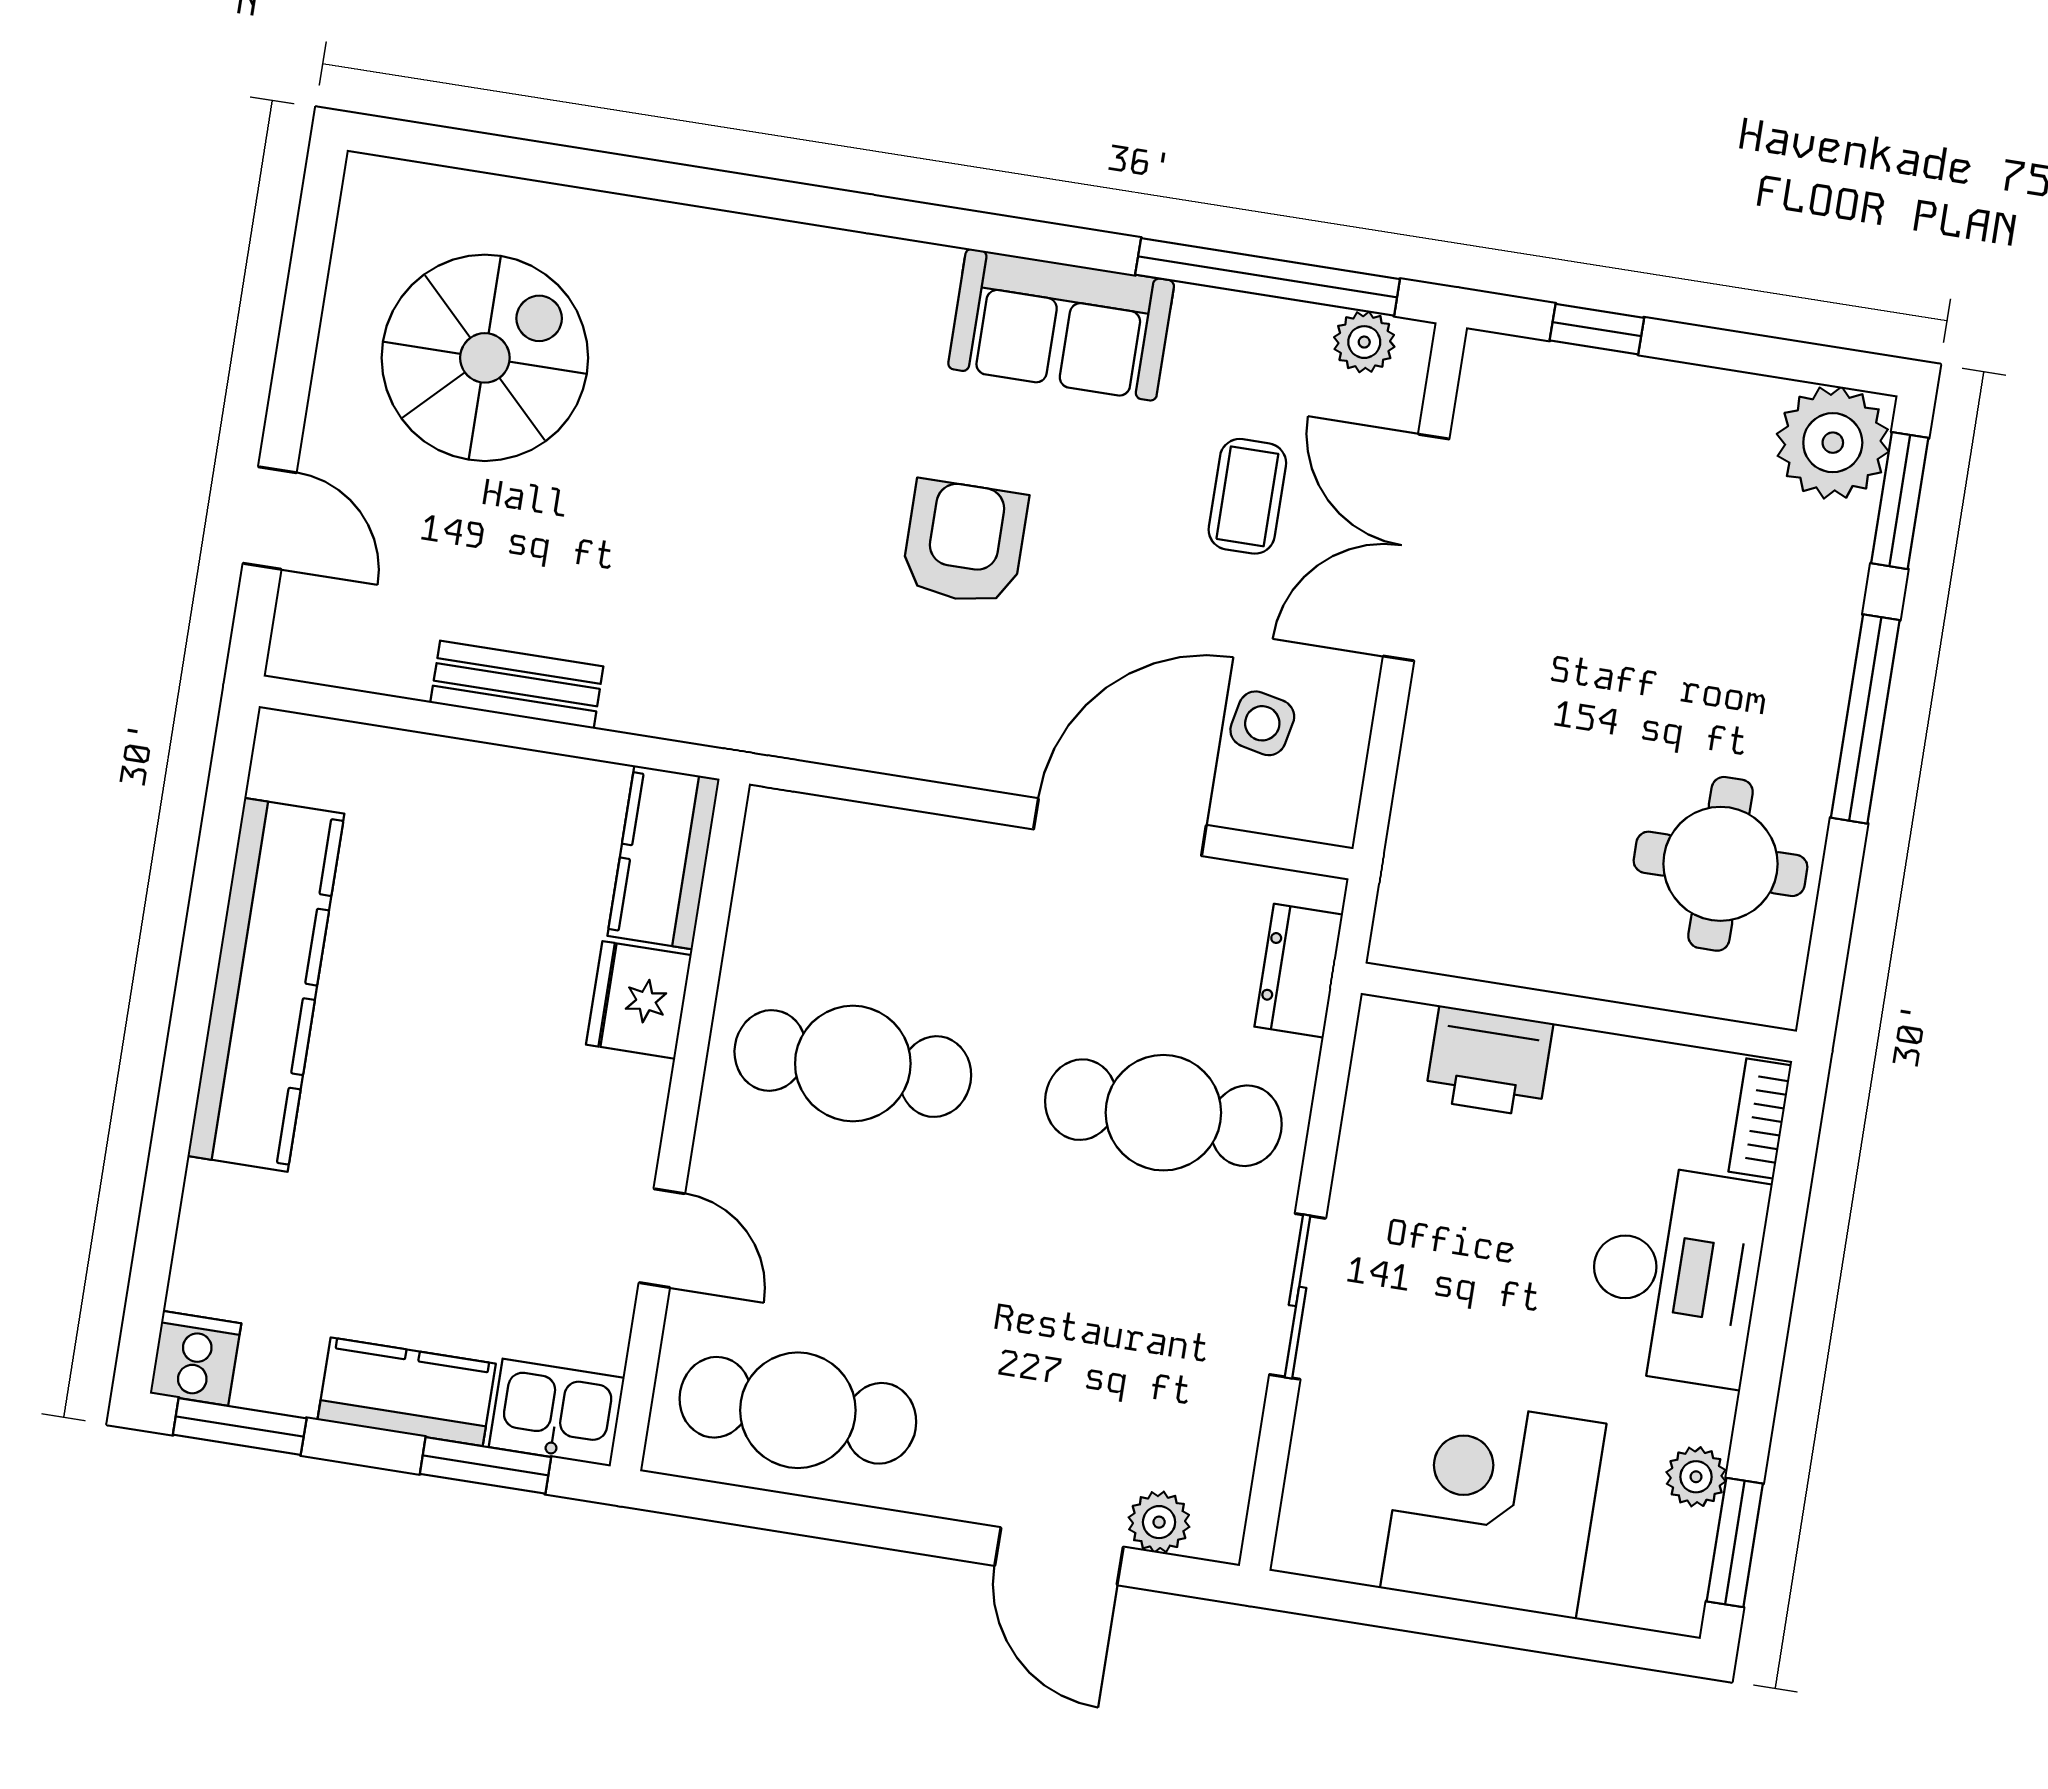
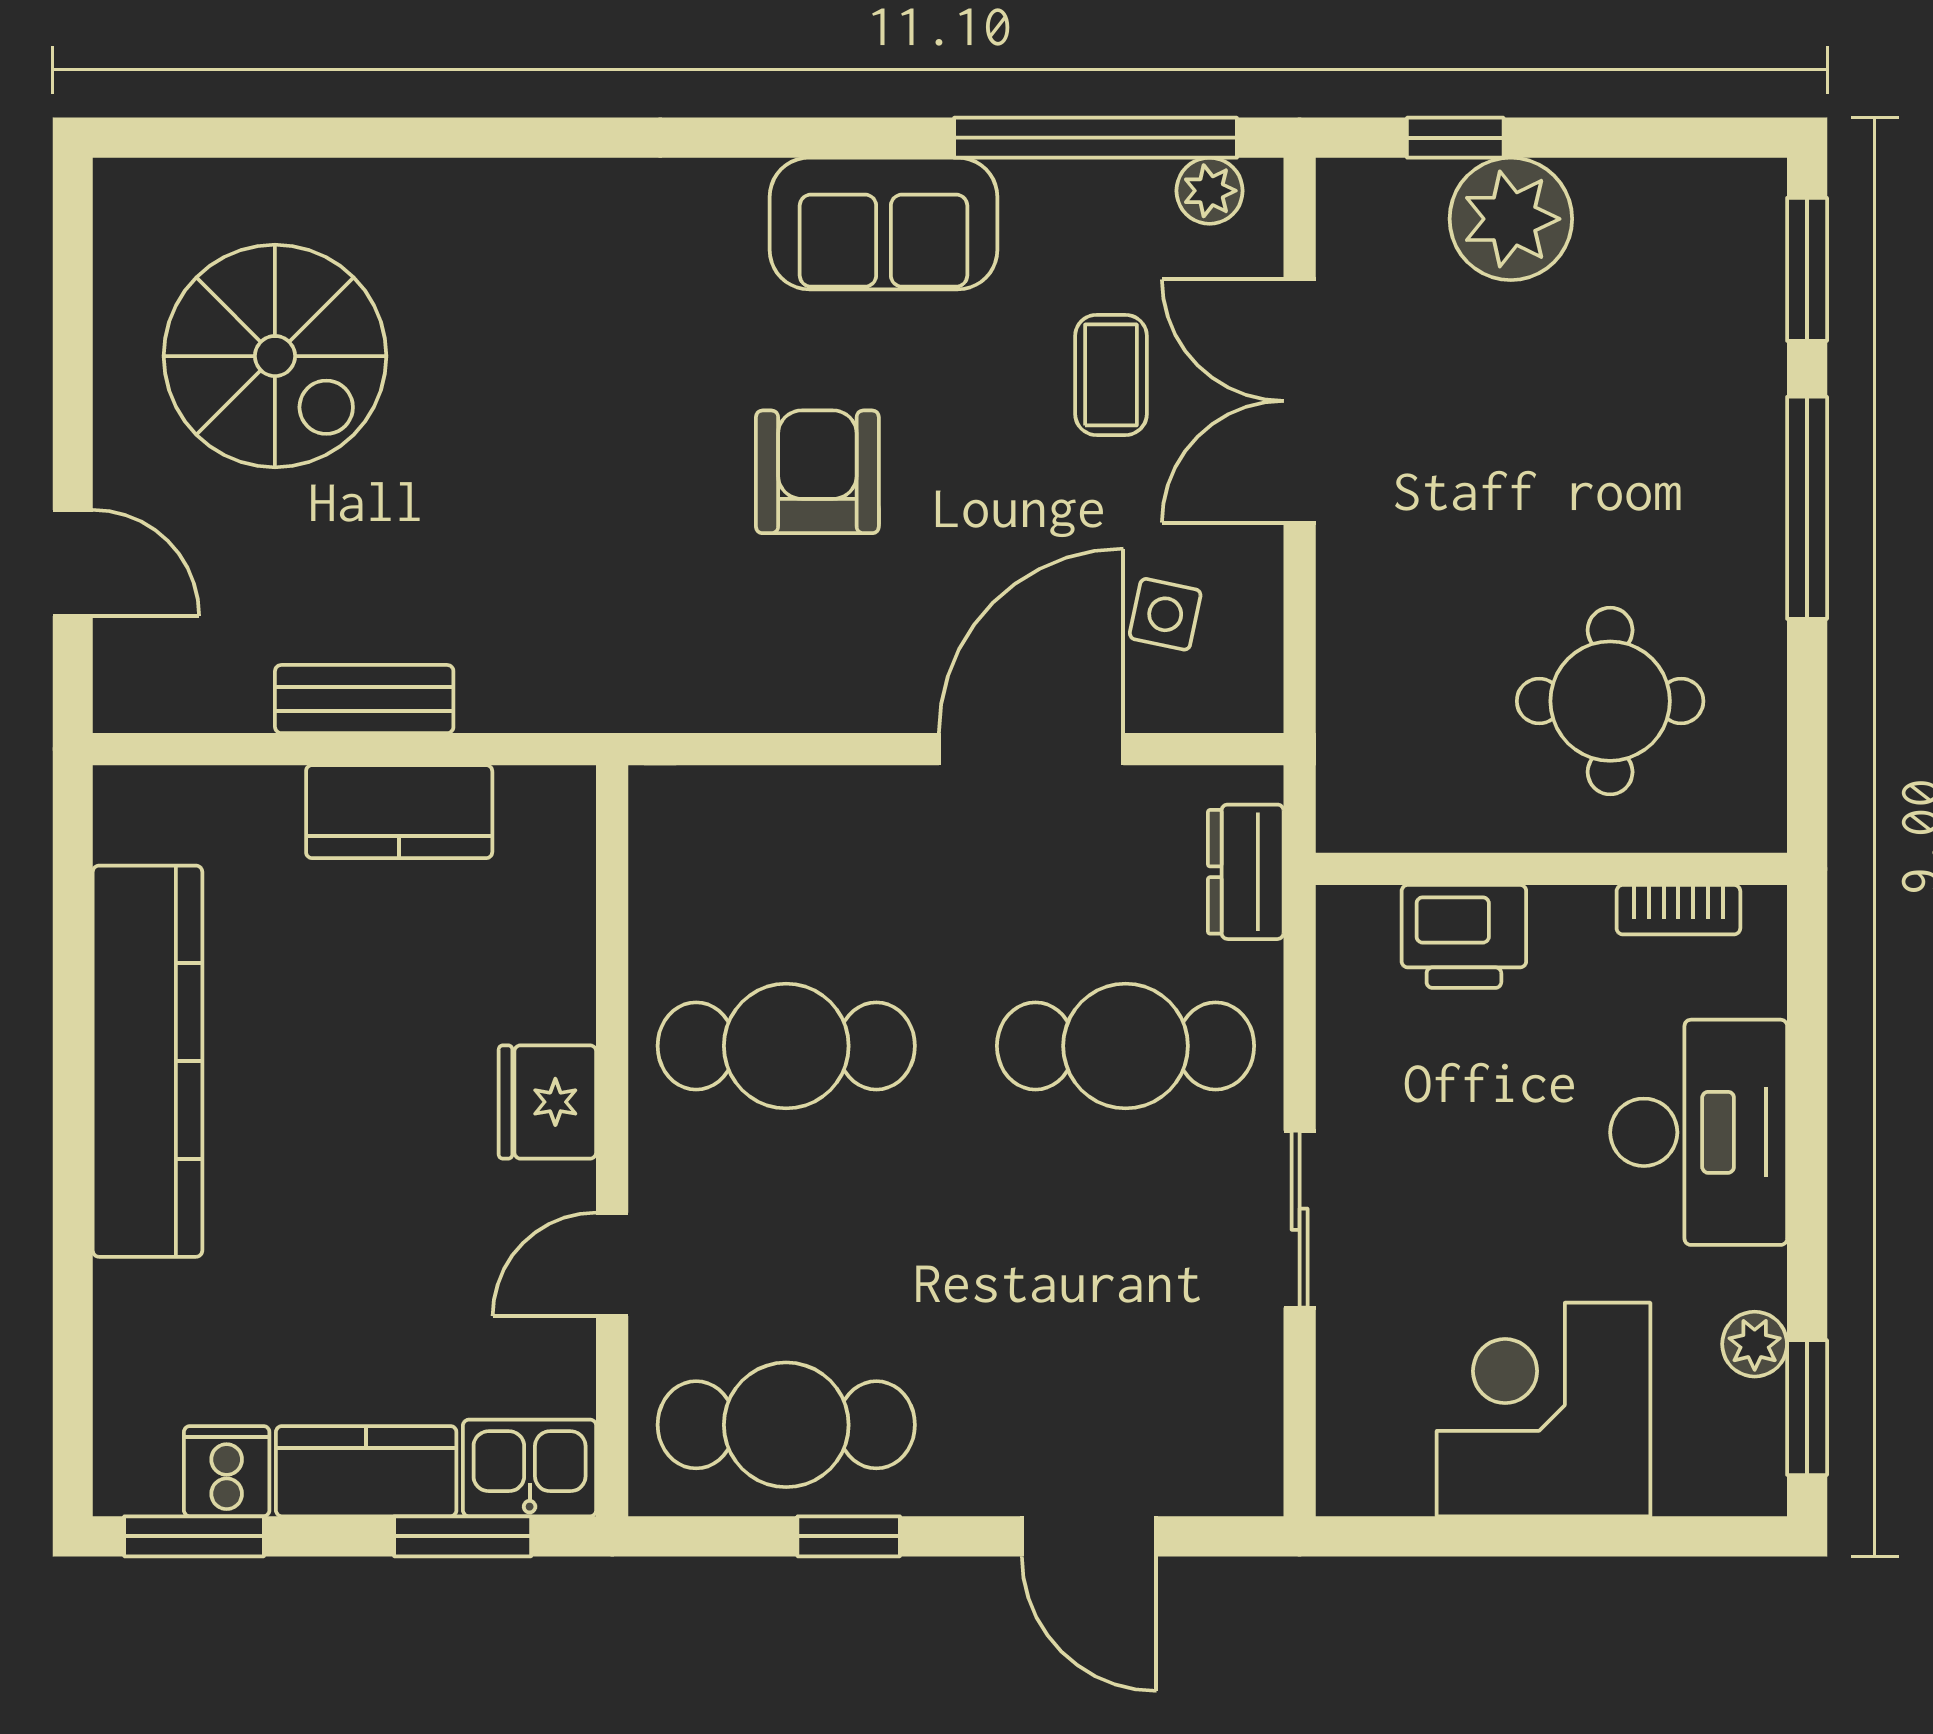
spiral stairs: (485, 358) -> (275, 356), turned 90
plant: (1833, 443) -> (1511, 219), moved
kitchen counter: (663, 857) -> (399, 812), moved, turned -90
round table: (1720, 864) -> (1610, 701), moved
fridge: (639, 1000) -> (547, 1102), moved
bookcase: (1760, 1119) -> (1678, 910), moved, turned -90
door: (662, 1238) -> (612, 1264), swing flipped
cooker: (196, 1358) -> (227, 1471), moved
window: (839, 1521) -> (849, 1536), added
plant: (1159, 1522) -> (1190, 1483), removed

